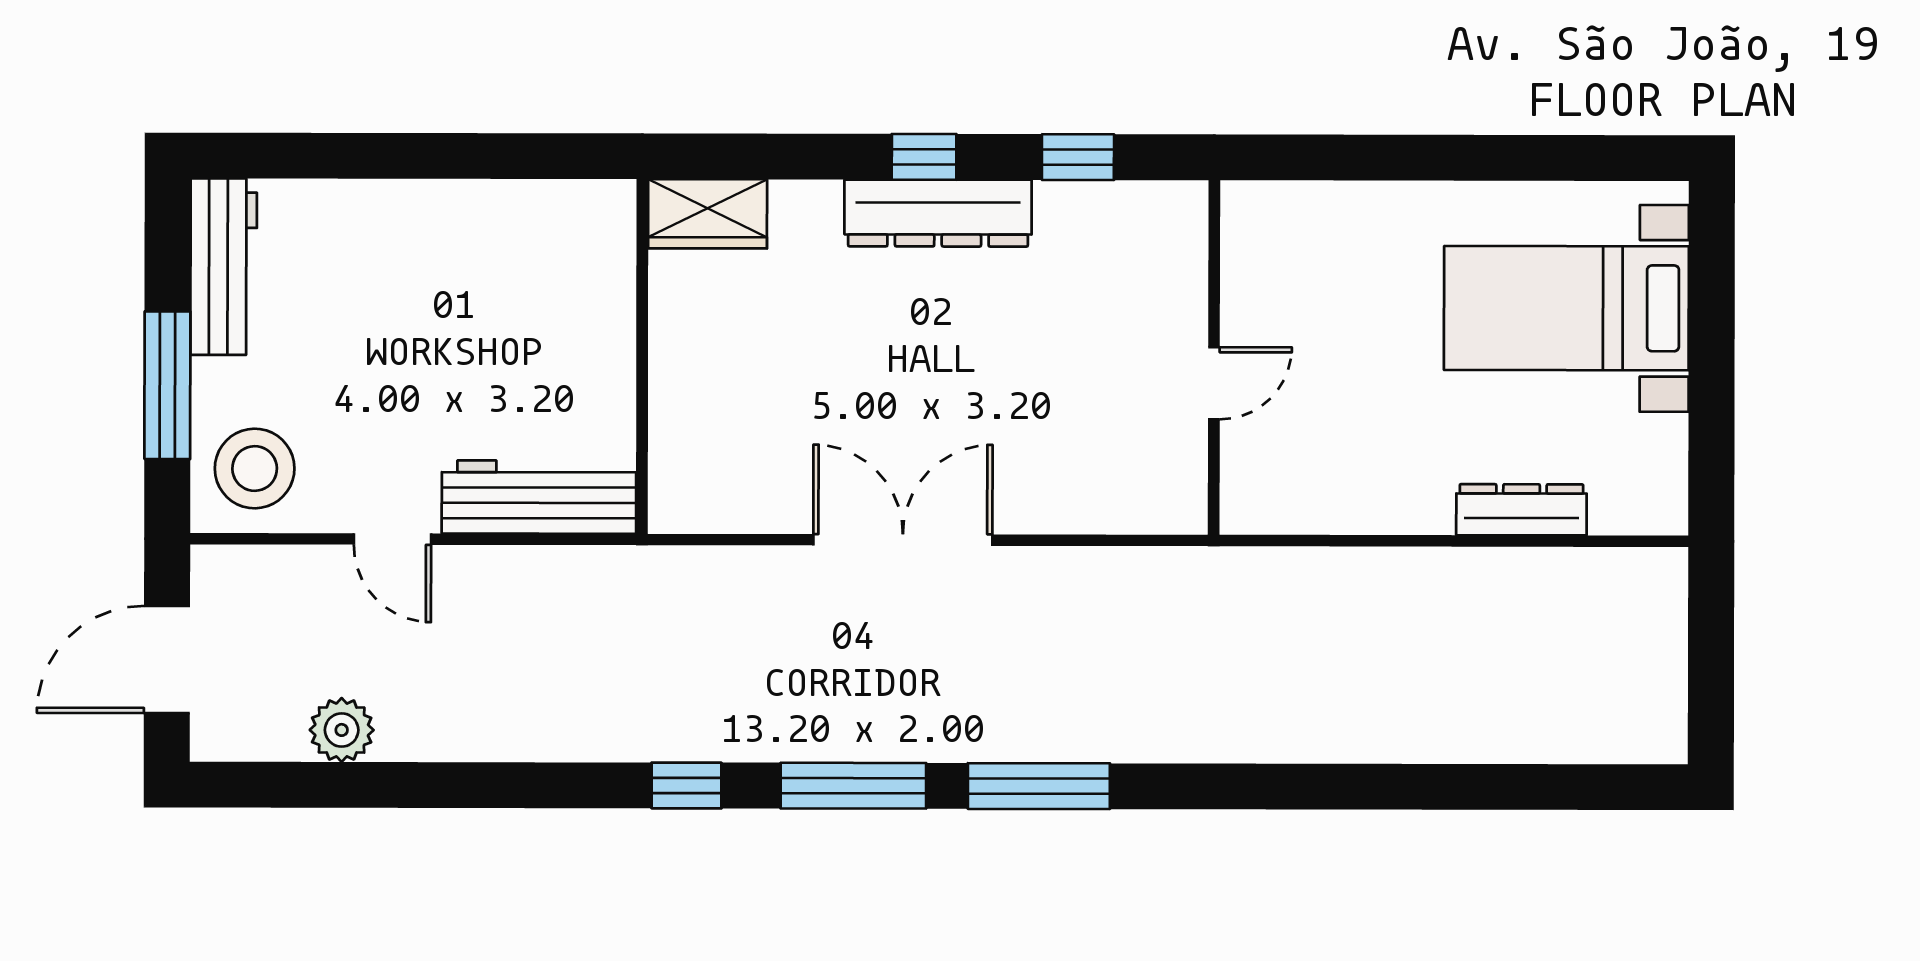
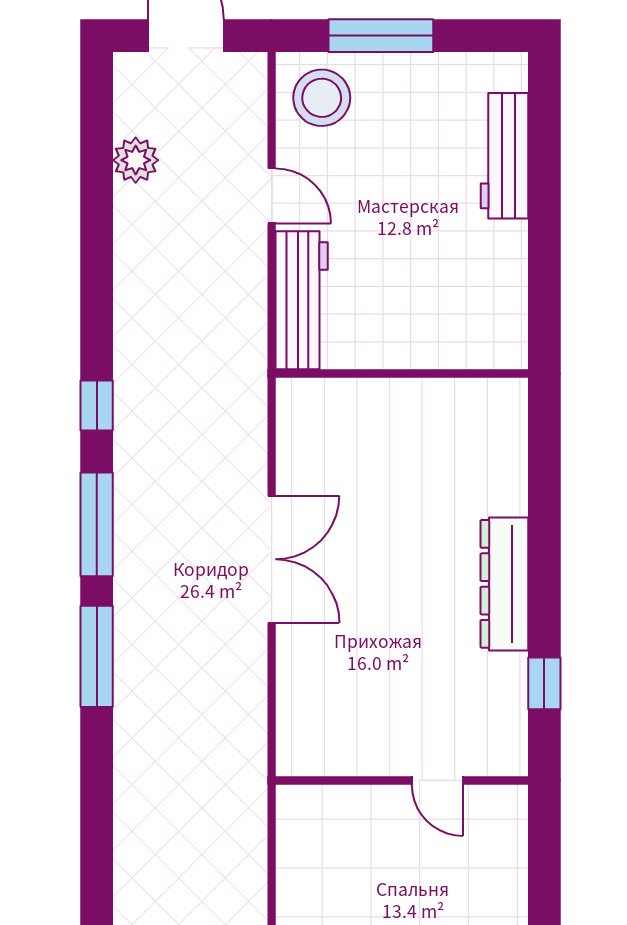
window: (924, 157) -> (544, 574), removed
wardrobe: (708, 214) -> (504, 420), removed
workbench: (224, 267) -> (504, 156), moved, turned 90
door: (1214, 383) -> (437, 780), moved
door: (392, 539) -> (272, 196), swing flipped

